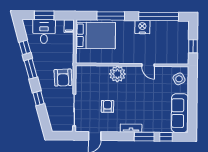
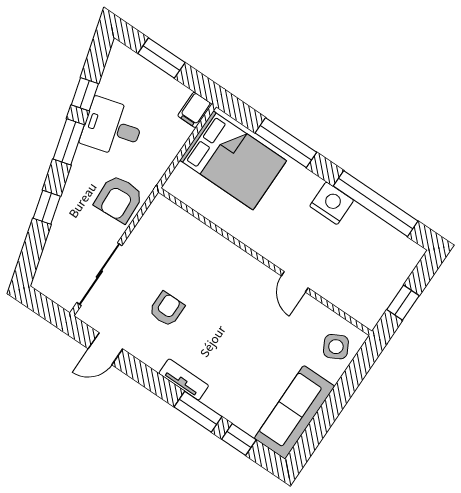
desk: (44, 31) -> (112, 128), moved, turned -106
plant: (117, 74) -> (226, 260), removed

